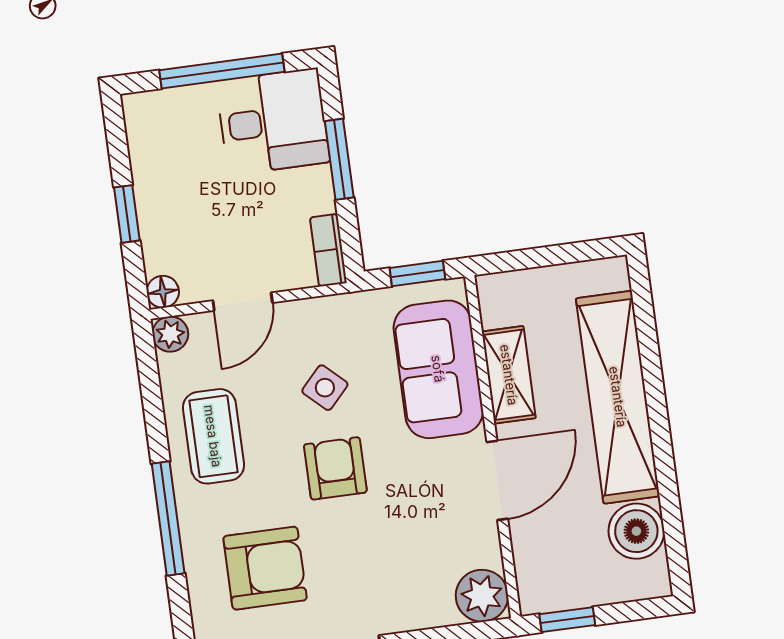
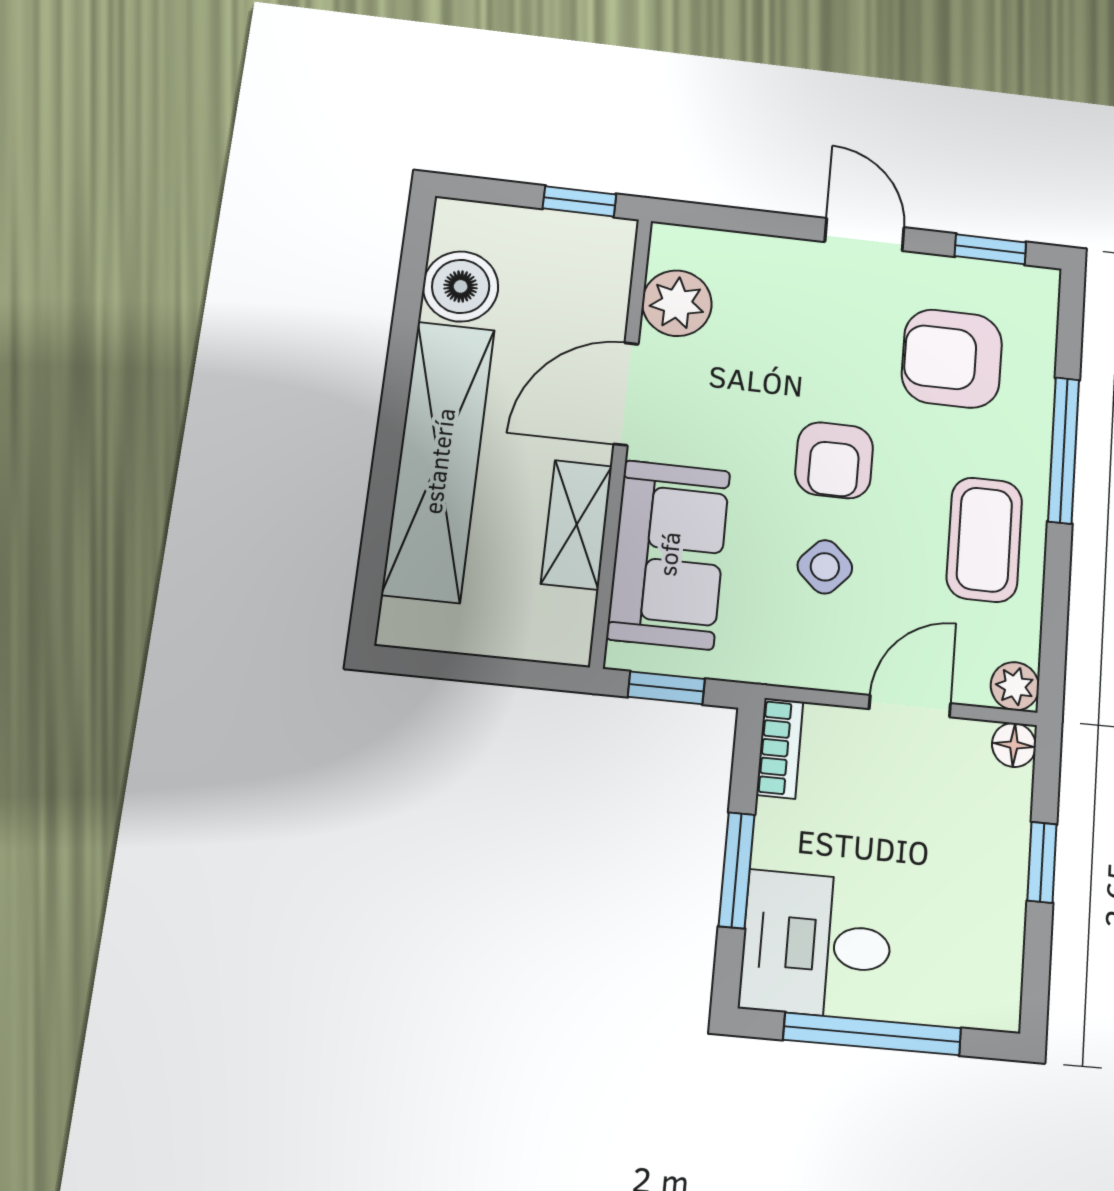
plant: (482, 596) -> (677, 303), moved

